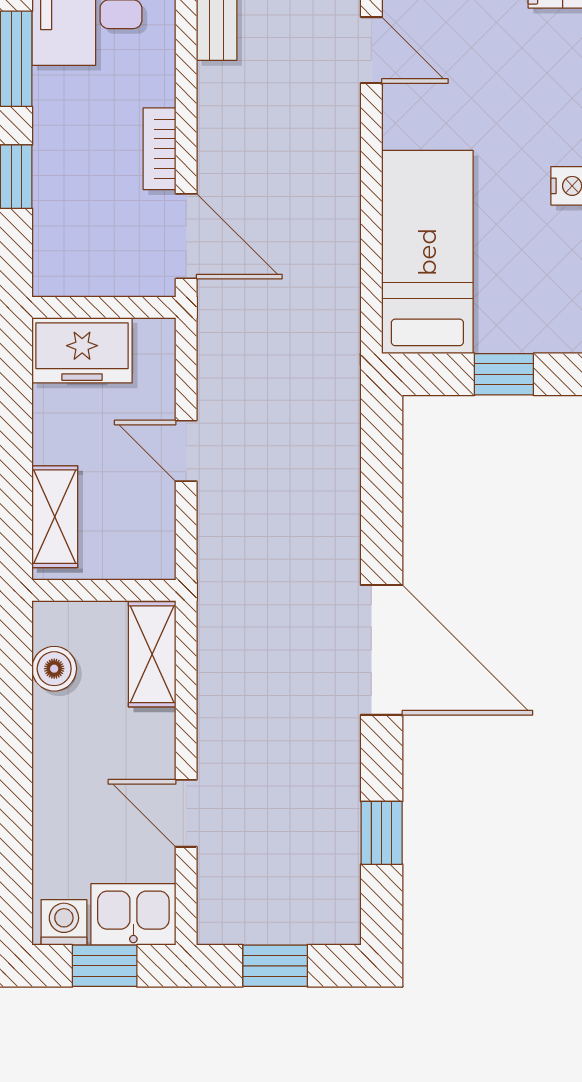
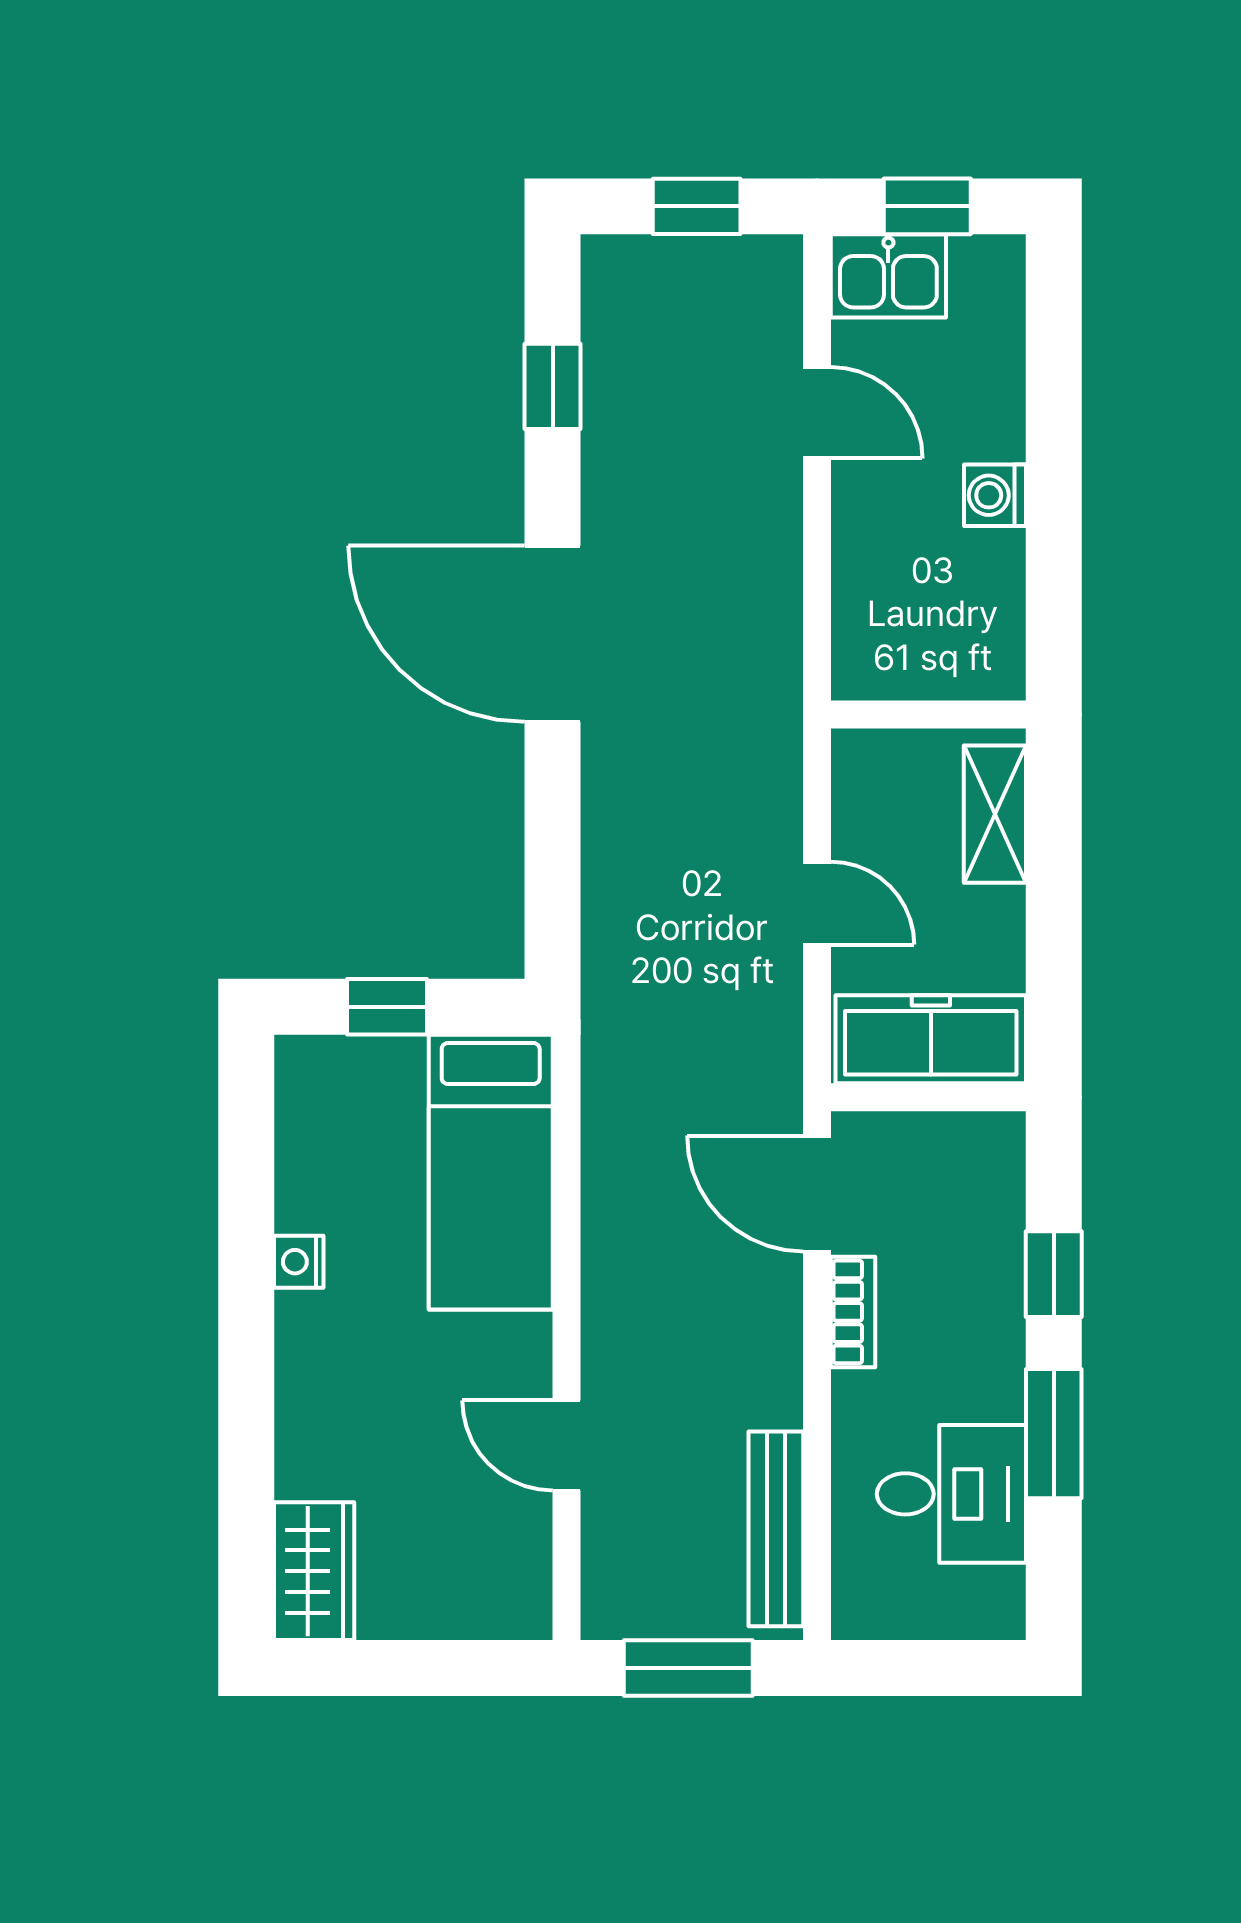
freezer: (82, 350) -> (931, 1039), width x1.40
shelving: (152, 654) -> (863, 628), removed
boiler: (54, 669) -> (996, 608), removed
washing machine: (64, 922) -> (995, 495), moved, turned 90

